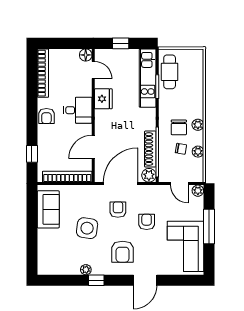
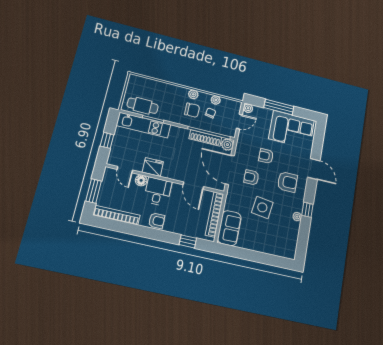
window: (63, 43) -> (94, 191), added
floor lamp: (86, 55) -> (141, 180), moved
door: (93, 70) -> (125, 170), swing flipped
sofa: (48, 209) -> (229, 228), moved, turned 90

